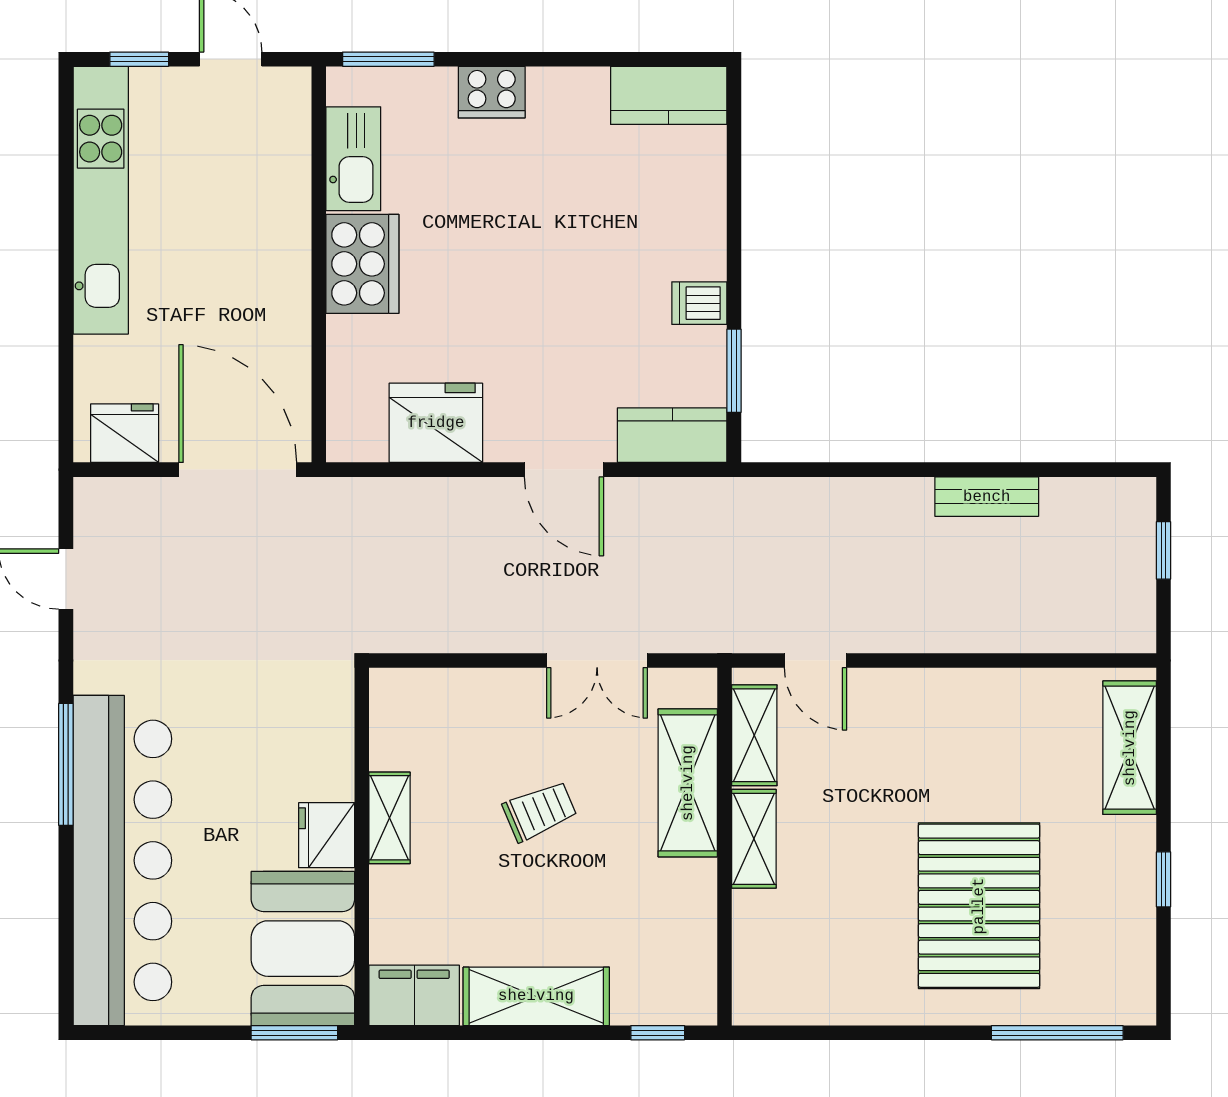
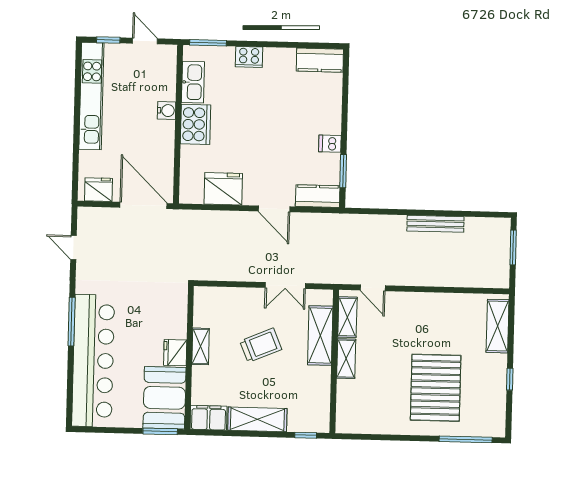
water cooler: (289, 231) -> (167, 111), added
bench: (987, 497) -> (435, 224), width x1.36
window: (1163, 550) -> (513, 247), width x1.50
trolley: (540, 811) -> (261, 345), width x1.36, depth x1.39

